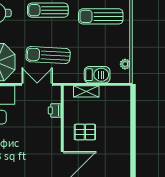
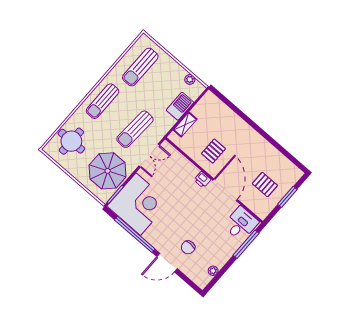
double door: (37, 84) -> (149, 156), swing flipped
printer: (55, 110) -> (202, 180), moved

